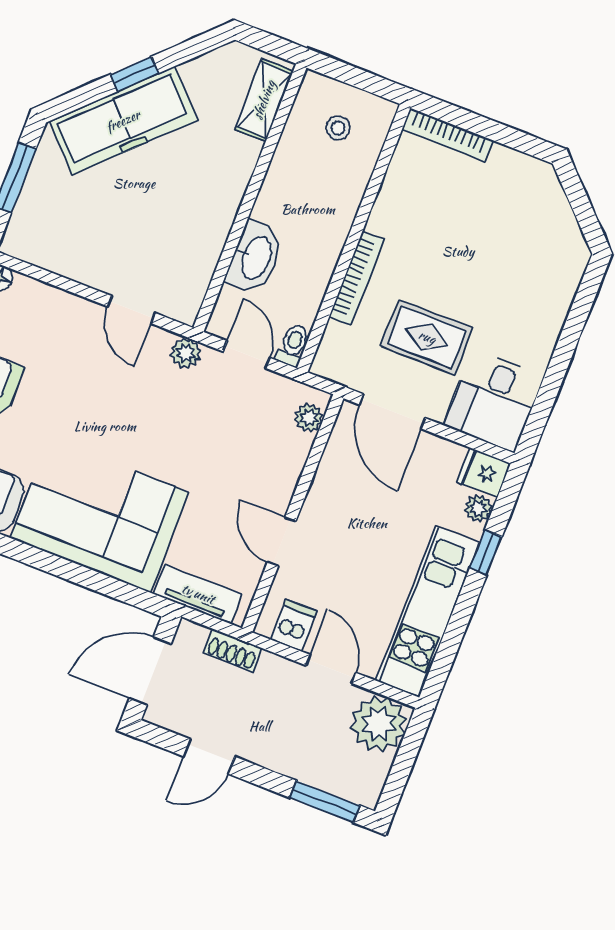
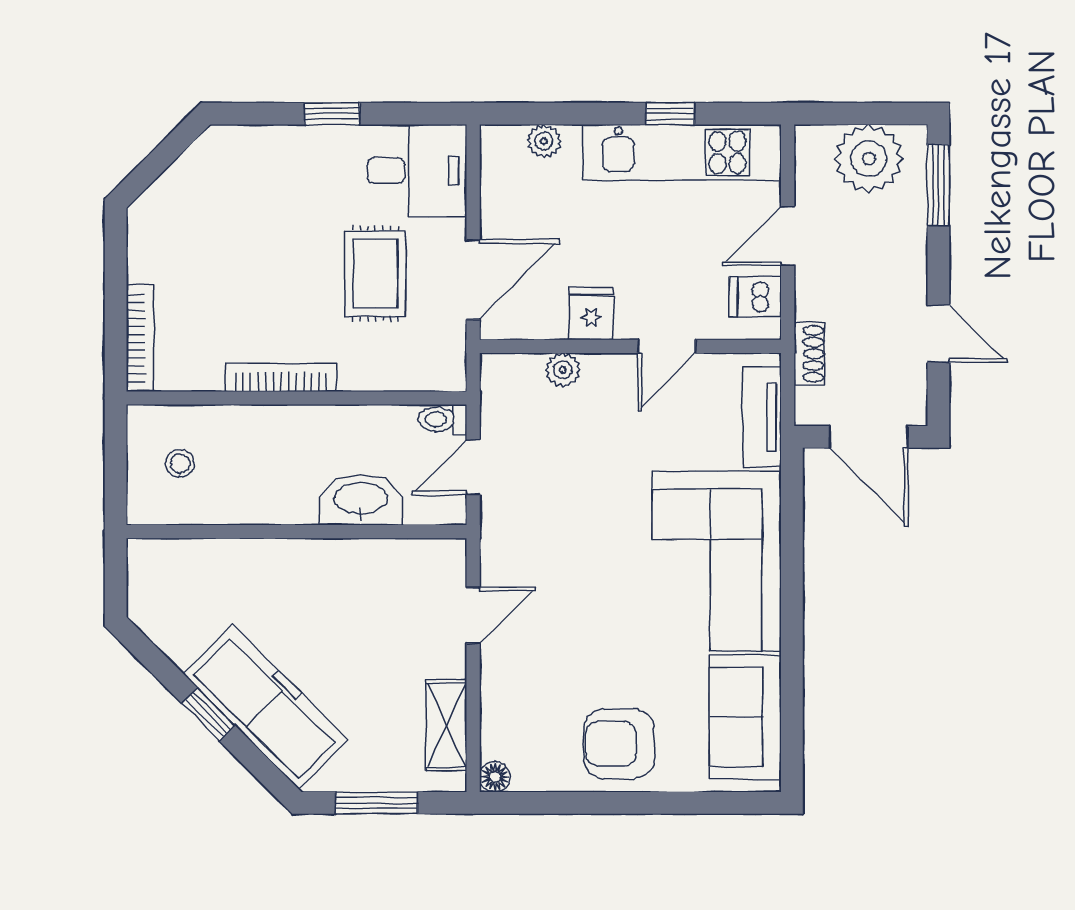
shelving: (264, 100) -> (446, 725), moved, turned 90
bookcase: (357, 278) -> (281, 377), moved
window: (564, 352) -> (332, 114), added
plant: (186, 353) -> (498, 536), removed
plant: (309, 418) -> (563, 370), moved
fridge: (484, 473) -> (591, 313), moved, turned 180
window: (486, 552) -> (670, 114), moved
plant: (379, 724) -> (869, 159), moved

